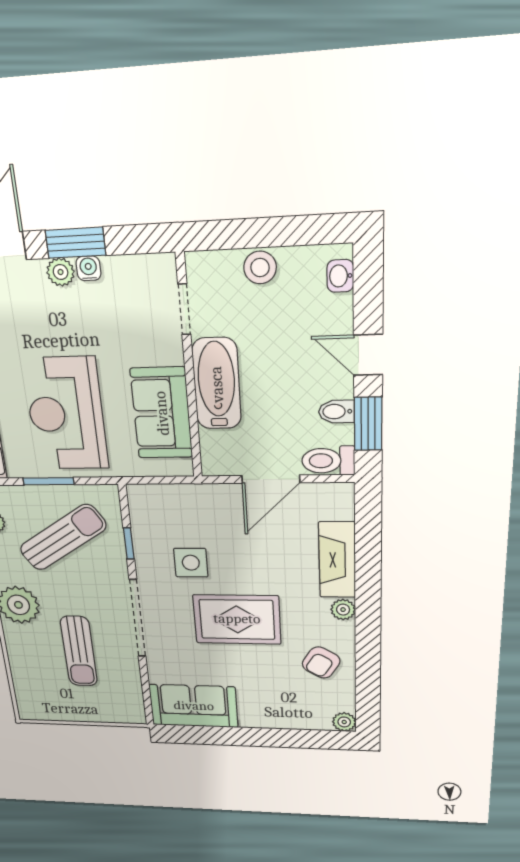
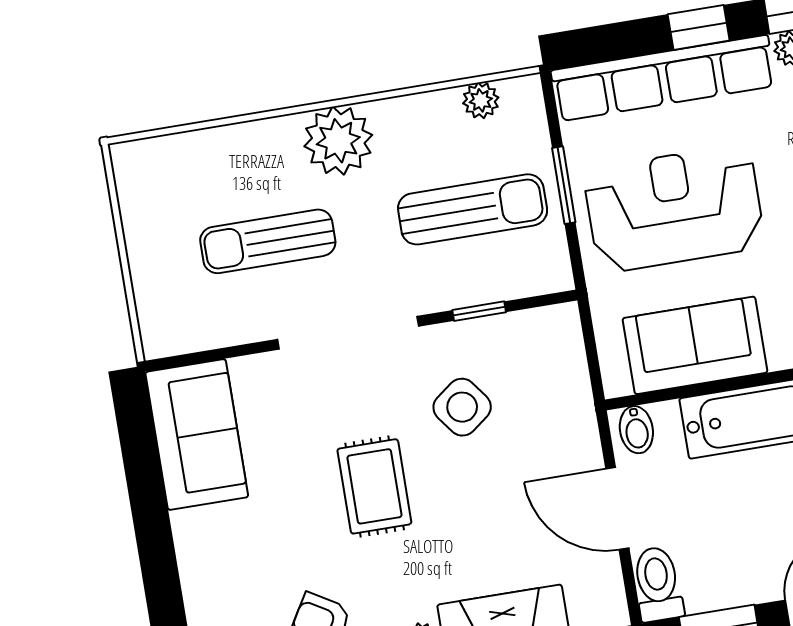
bidet: (337, 412) -> (636, 430), moved, turned 180
sun lounger: (63, 537) -> (473, 209), turned -57
side table: (191, 563) -> (462, 407), turned -37
rug: (237, 619) -> (374, 486), width x0.73, depth x0.70

